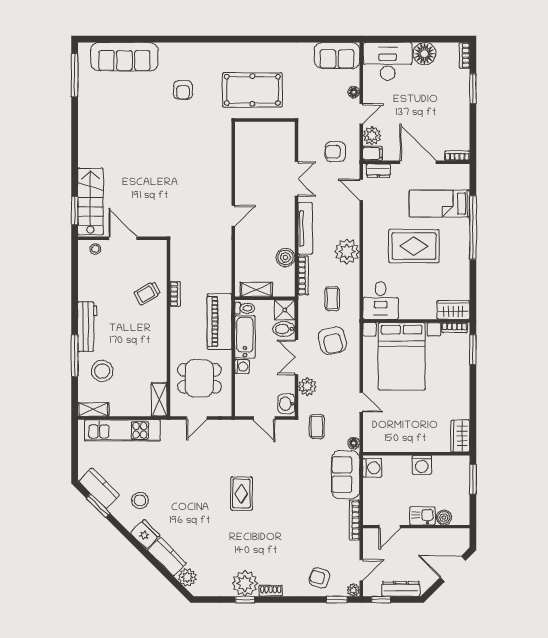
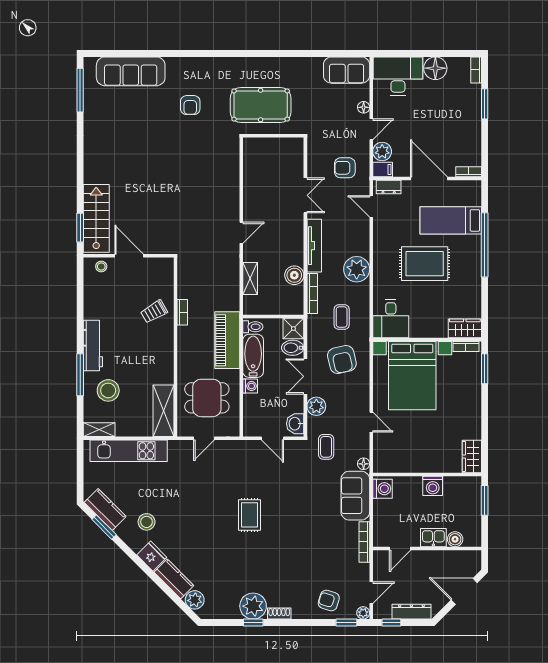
shelving: (256, 289) -> (250, 278), moved, turned 90
shelving: (159, 400) -> (163, 411), width x1.50, depth x1.33

